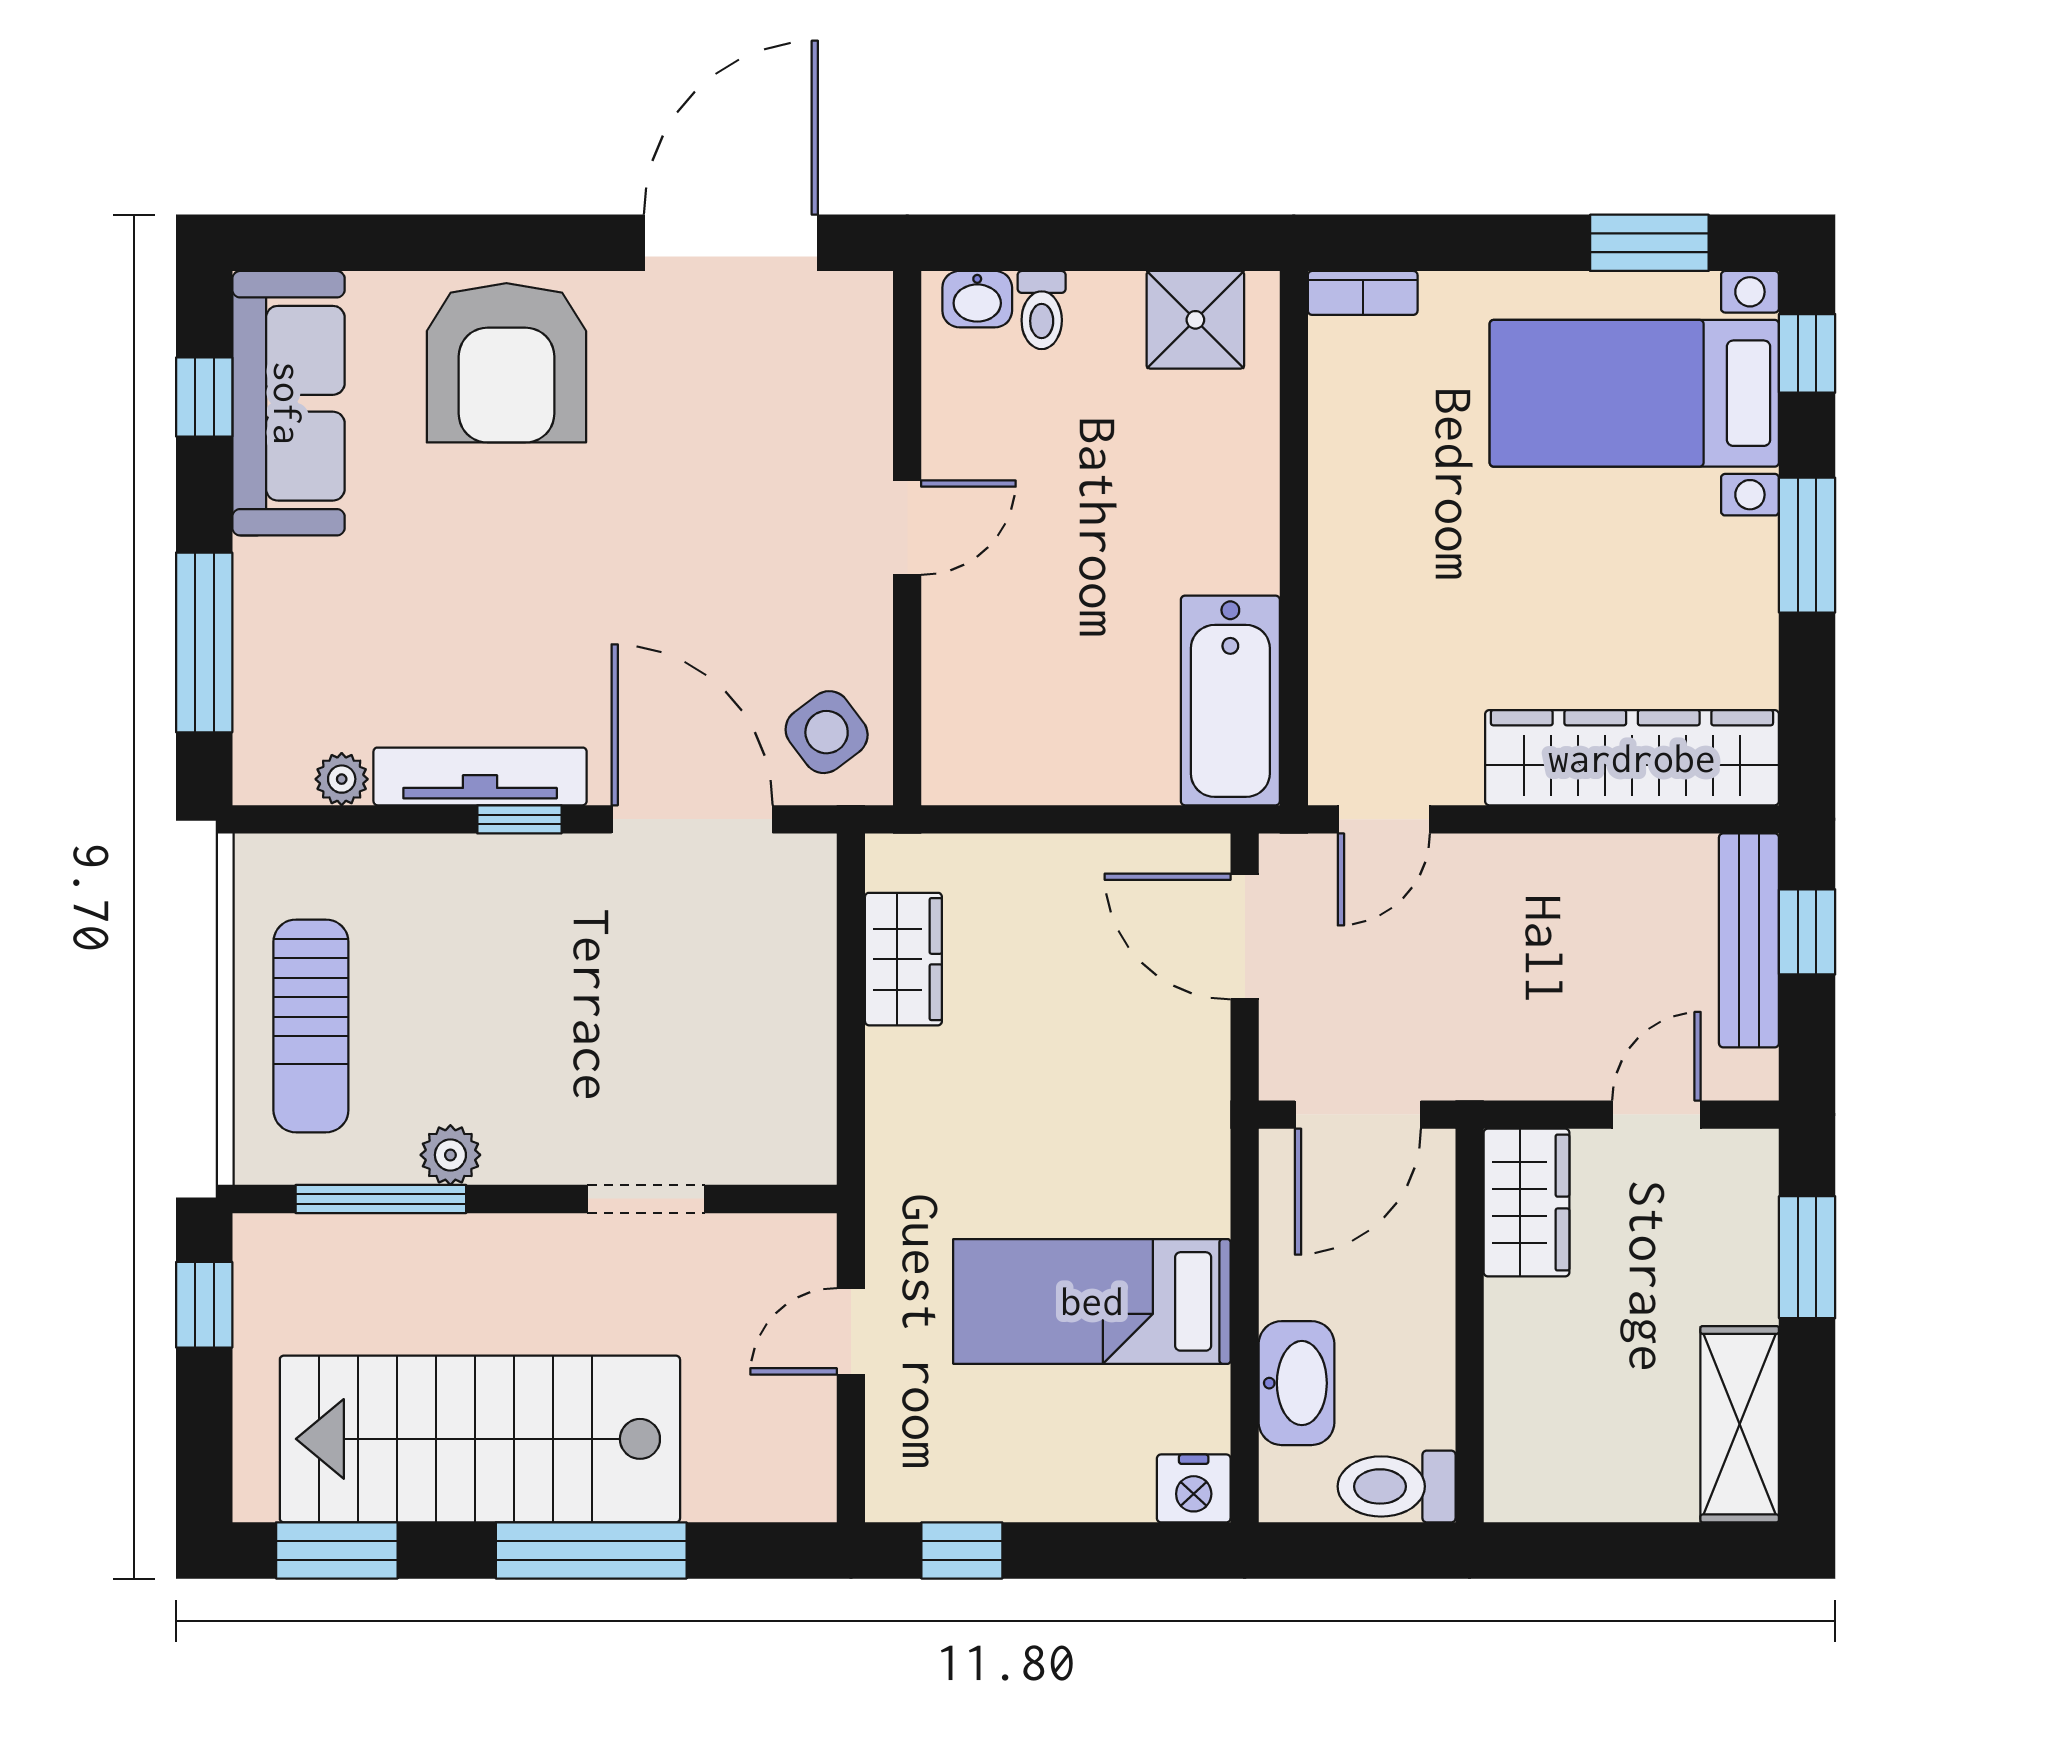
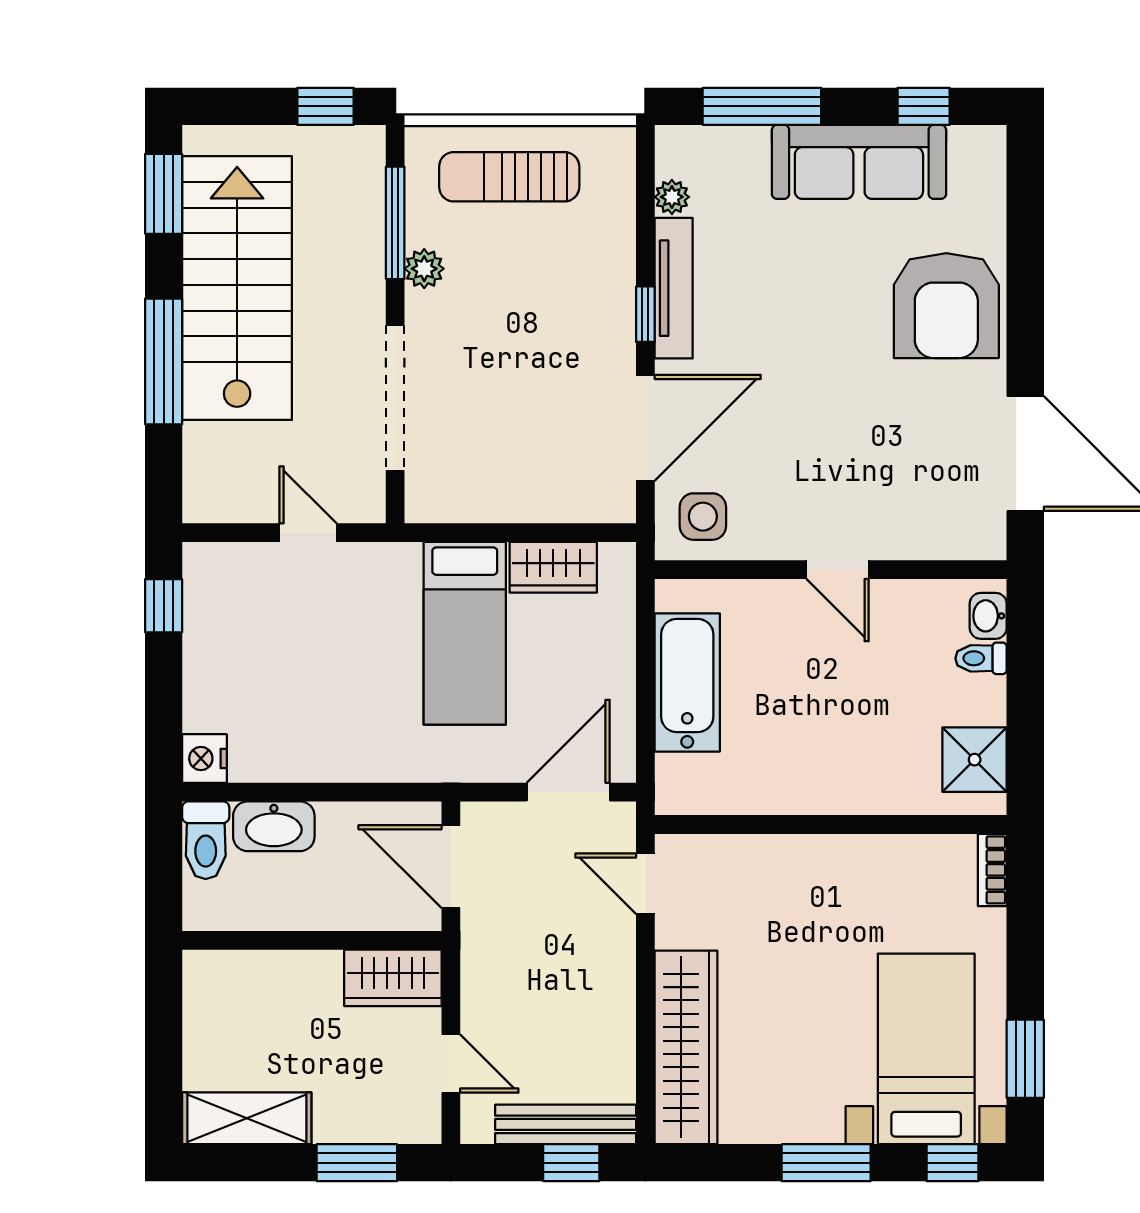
armchair: (506, 363) -> (946, 306), turned -90
sofa: (288, 403) -> (859, 162), moved
bathtub: (1230, 700) -> (687, 682), moved, turned 90
side table: (827, 732) -> (703, 517), turned 37
doorway: (646, 1199) -> (395, 398), width x1.88
bed: (1092, 1301) -> (465, 633), moved, turned 180
toilet: (1397, 1486) -> (206, 840), moved, turned 180

